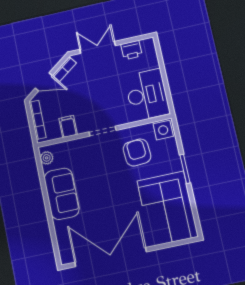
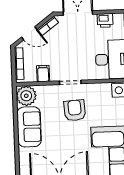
armchair: (137, 153) -> (75, 110), moved
plant: (47, 158) -> (26, 96), width x1.88, depth x1.88

